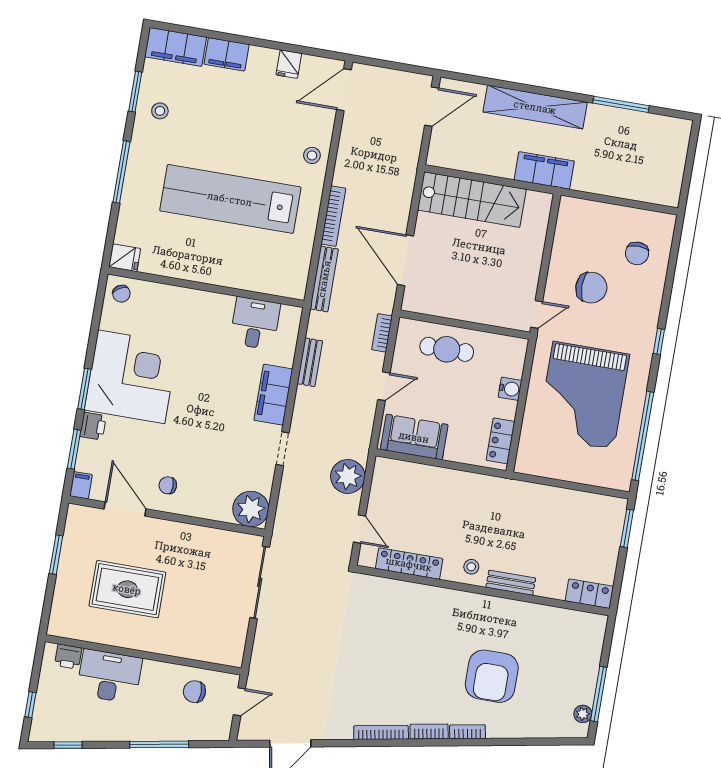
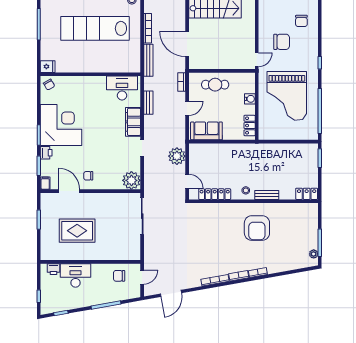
desk: (255, 323) -> (122, 88), width x1.37
armchair: (492, 676) -> (257, 228), moved

